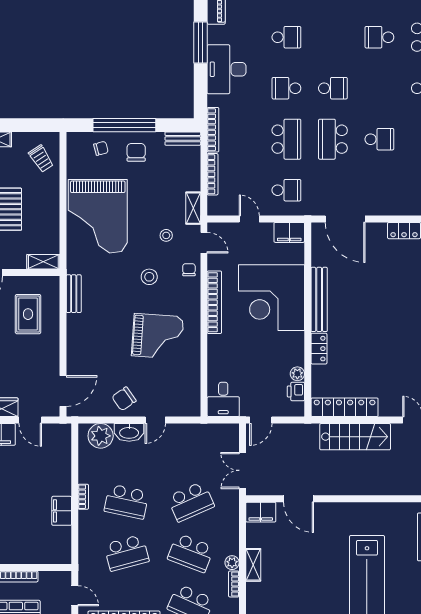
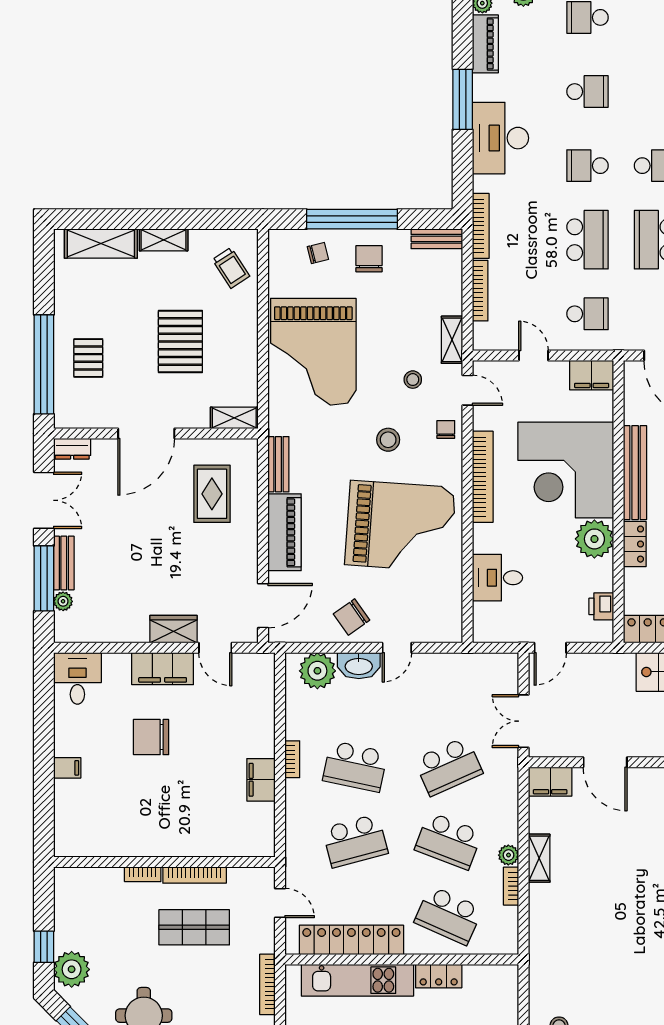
grand piano: (158, 336) -> (400, 526), width x1.37, depth x1.48
piano: (78, 340) -> (285, 532), added
plant: (297, 374) -> (594, 539), moved, width x1.88, depth x1.88
desk: (223, 399) -> (497, 578), moved, turned 90

